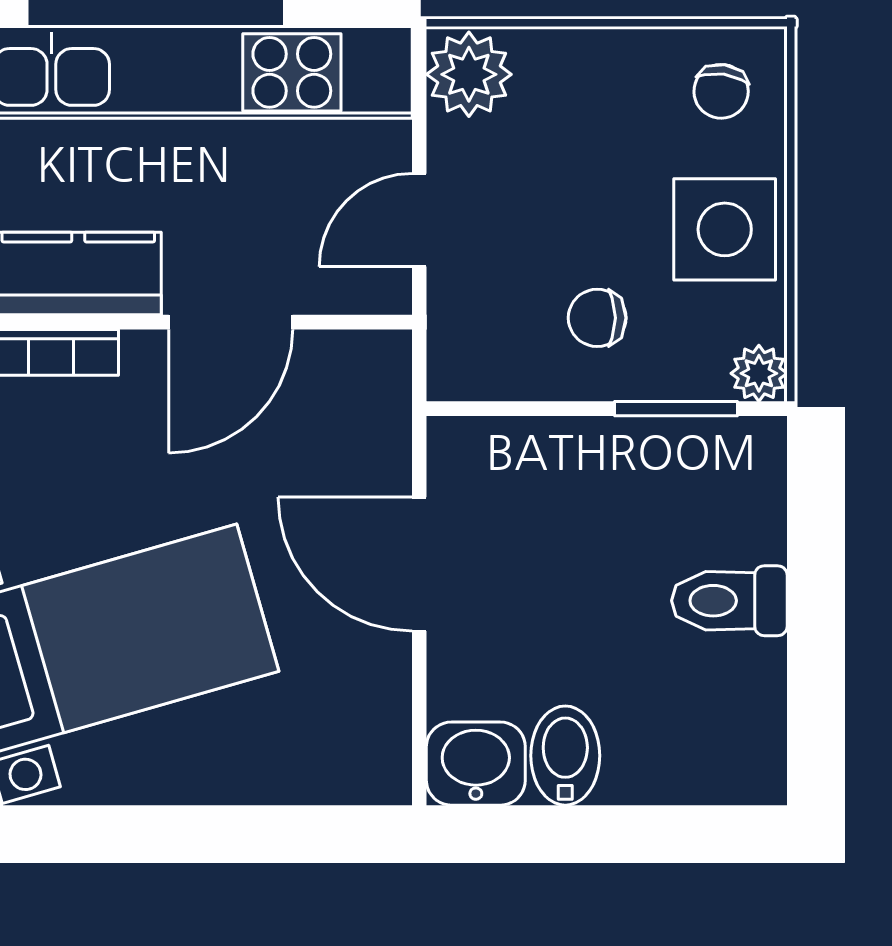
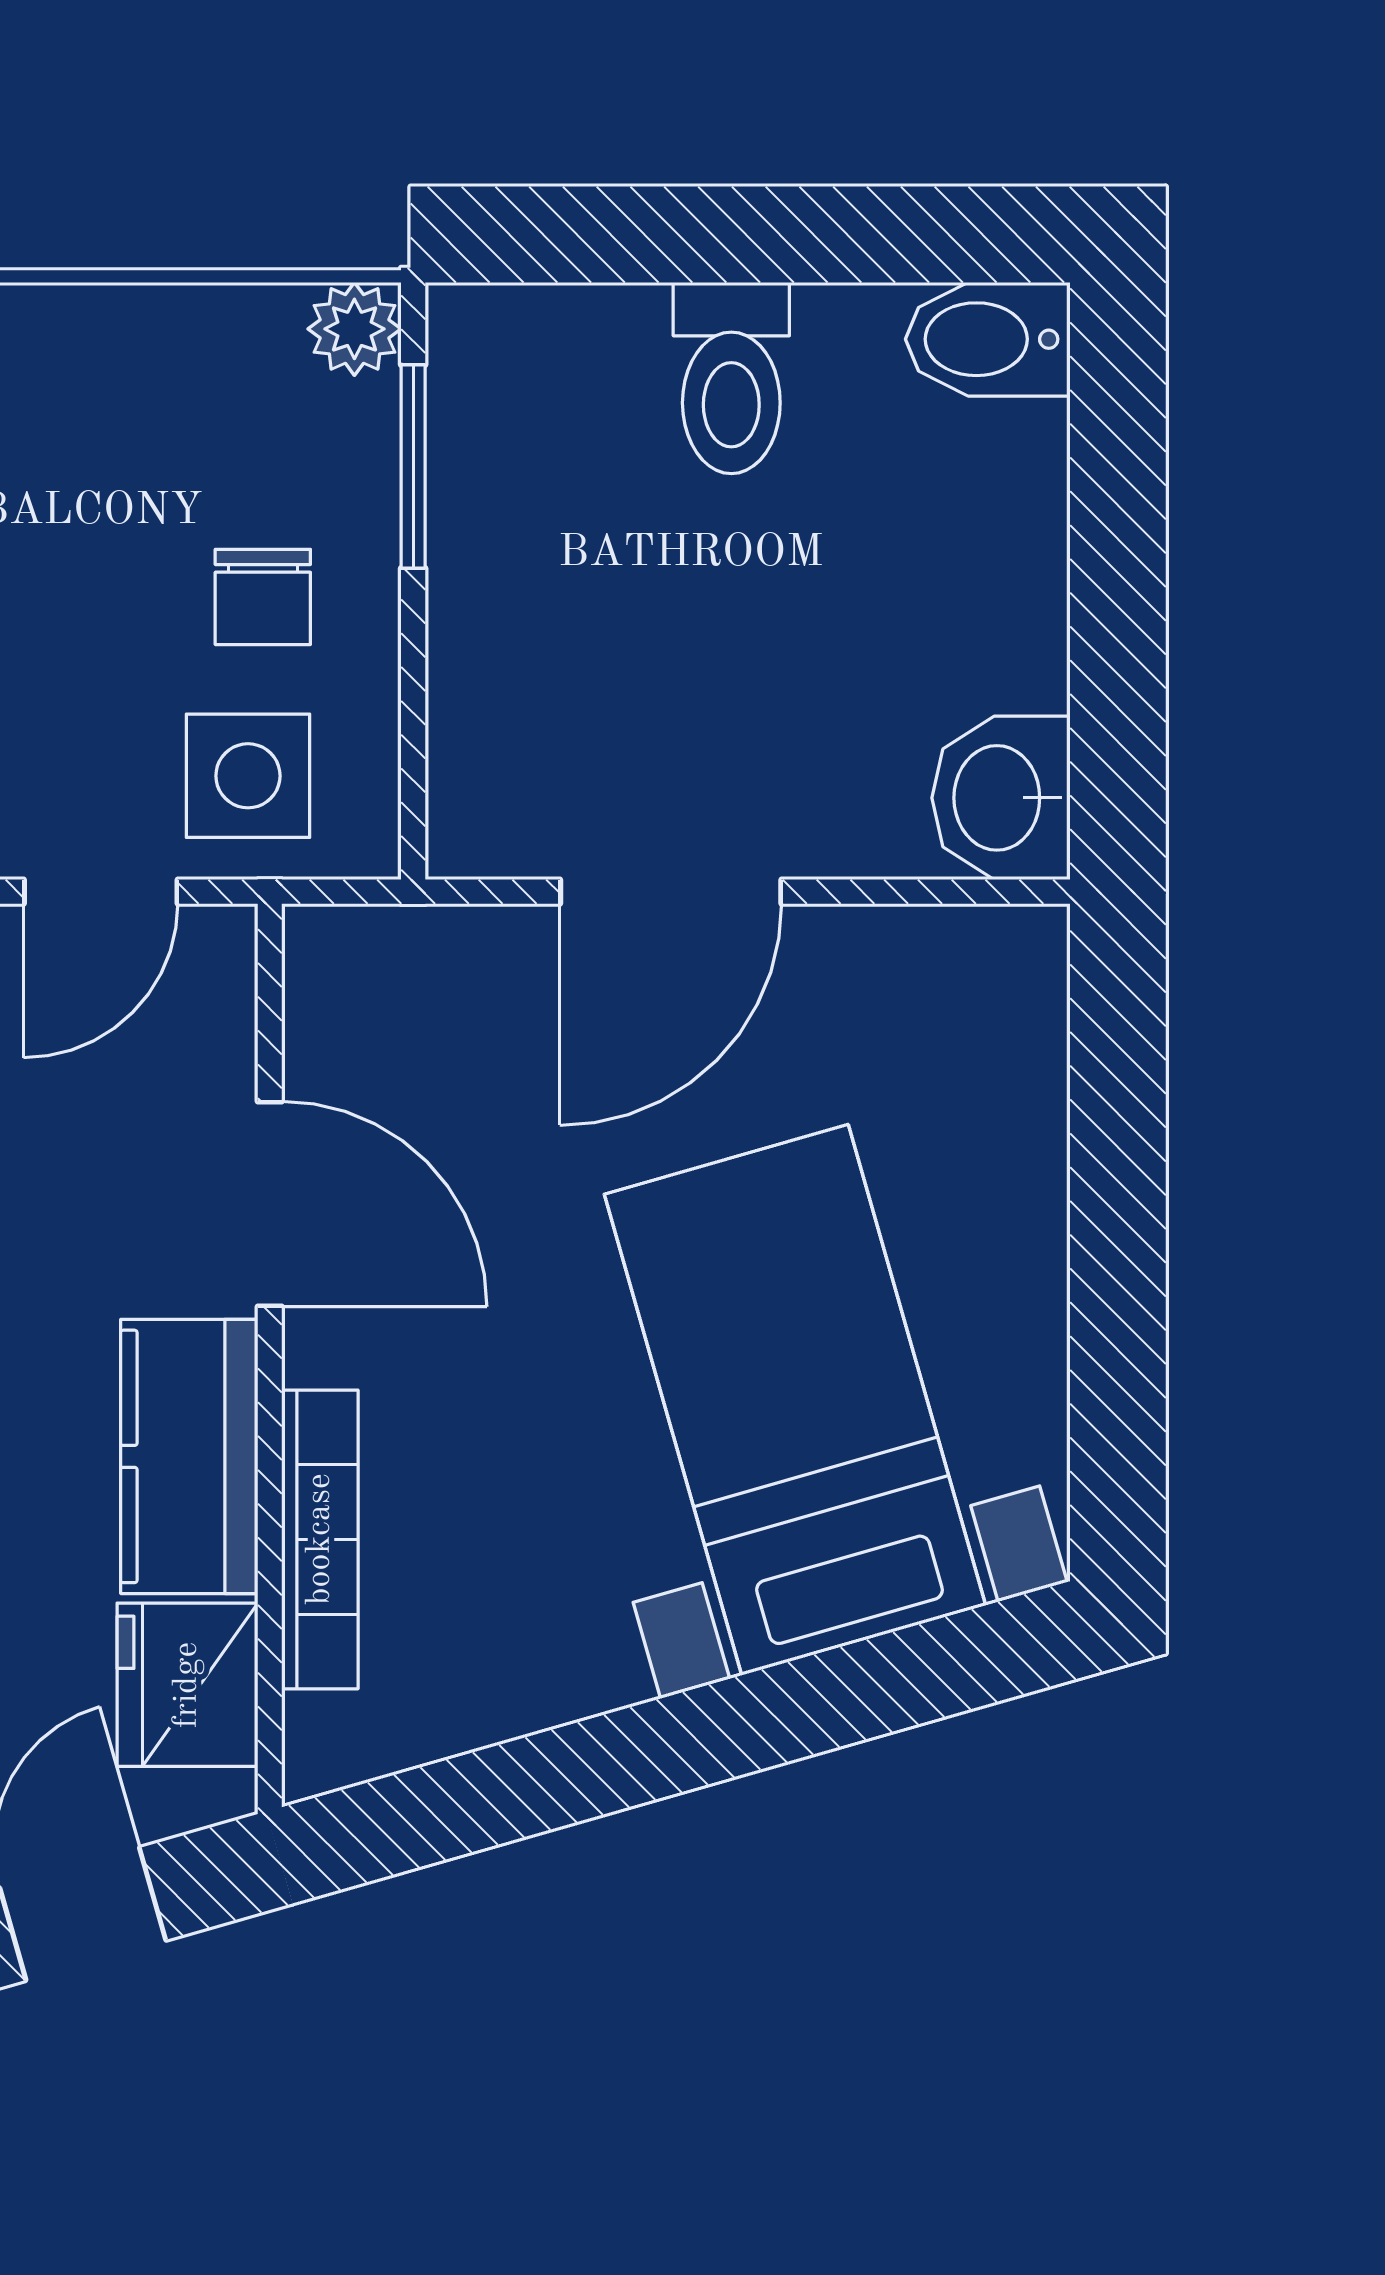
door: (419, 220) -> (101, 892), hinge flipped
side table: (725, 229) -> (248, 776), moved, width x0.73, depth x0.73
bidet: (565, 756) -> (988, 339), moved

